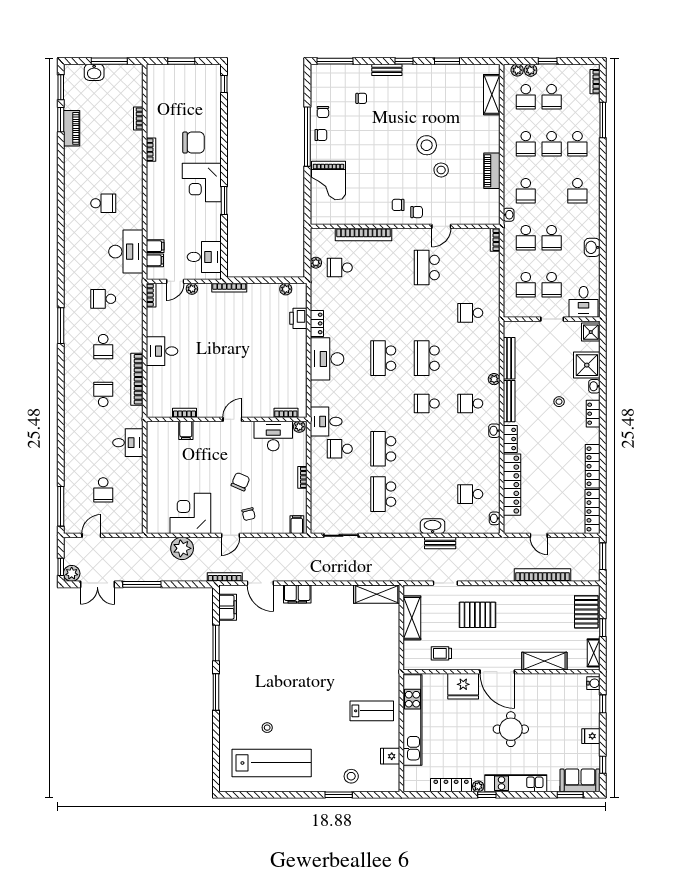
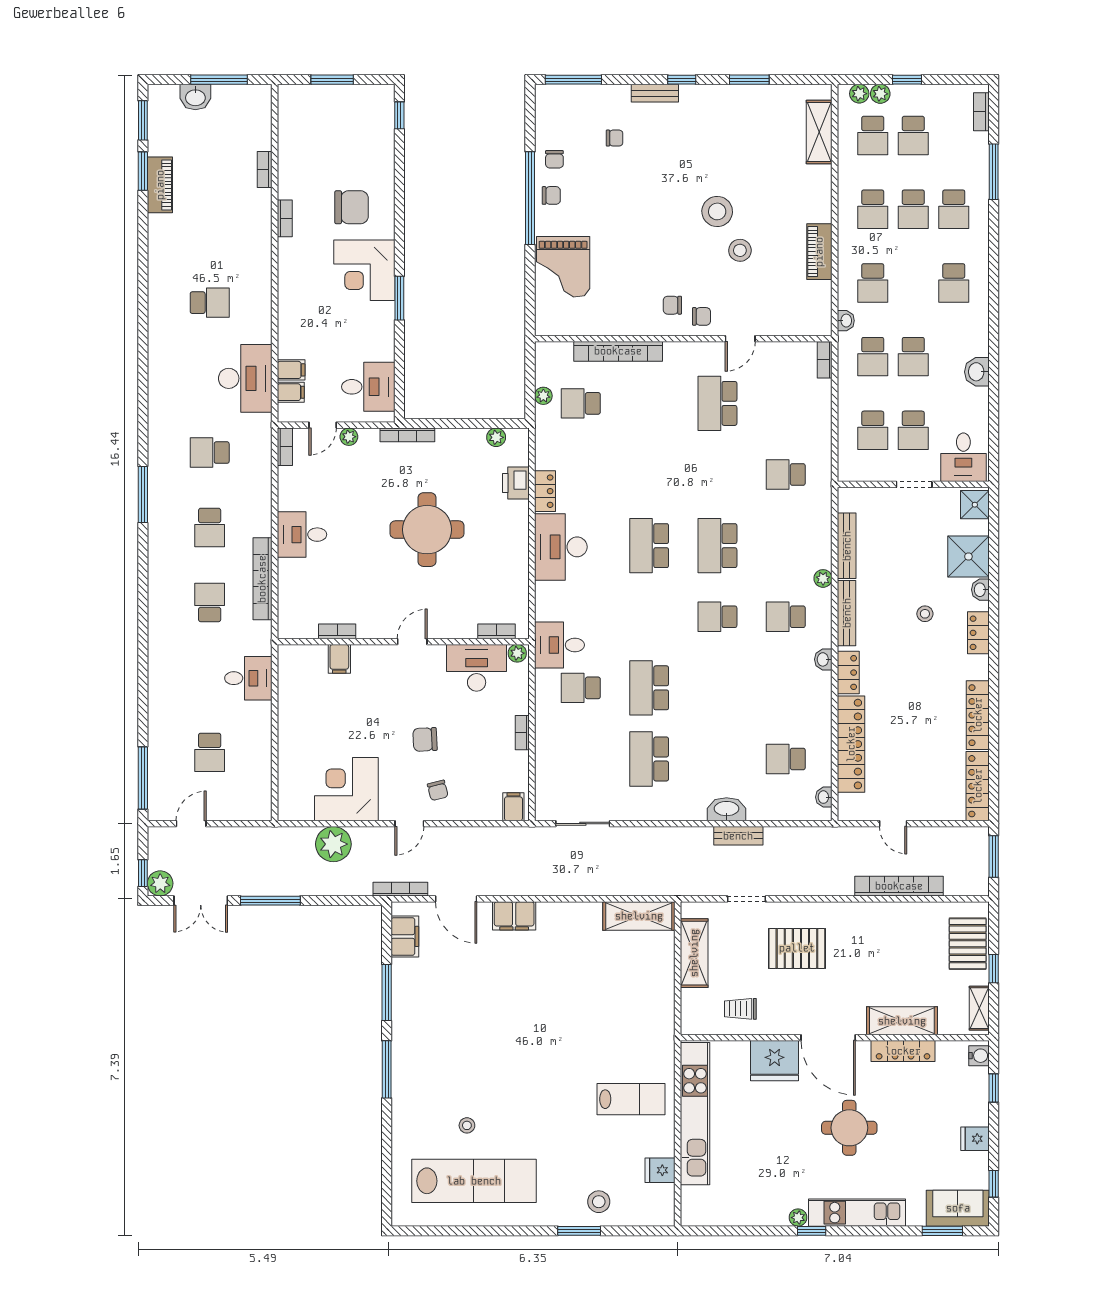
round table: (242, 348) -> (427, 530), added
chair: (240, 482) -> (425, 739), turned -116
locker: (451, 785) -> (903, 1051), moved, turned 180

